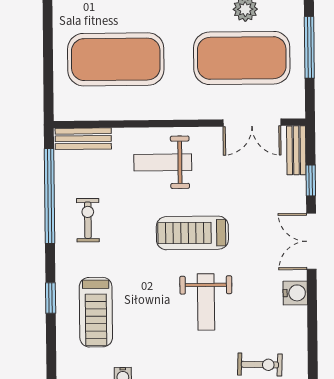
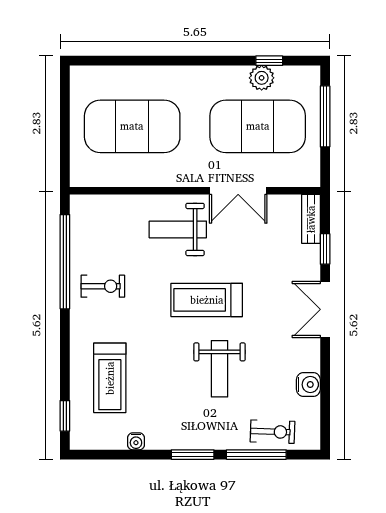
double door: (252, 123) -> (238, 191), moved
bench: (83, 139) -> (99, 205), removed
exercise bike: (88, 220) -> (103, 286), turned 90
water cooler: (295, 293) -> (308, 385), moved
window: (51, 298) -> (65, 416), moved

